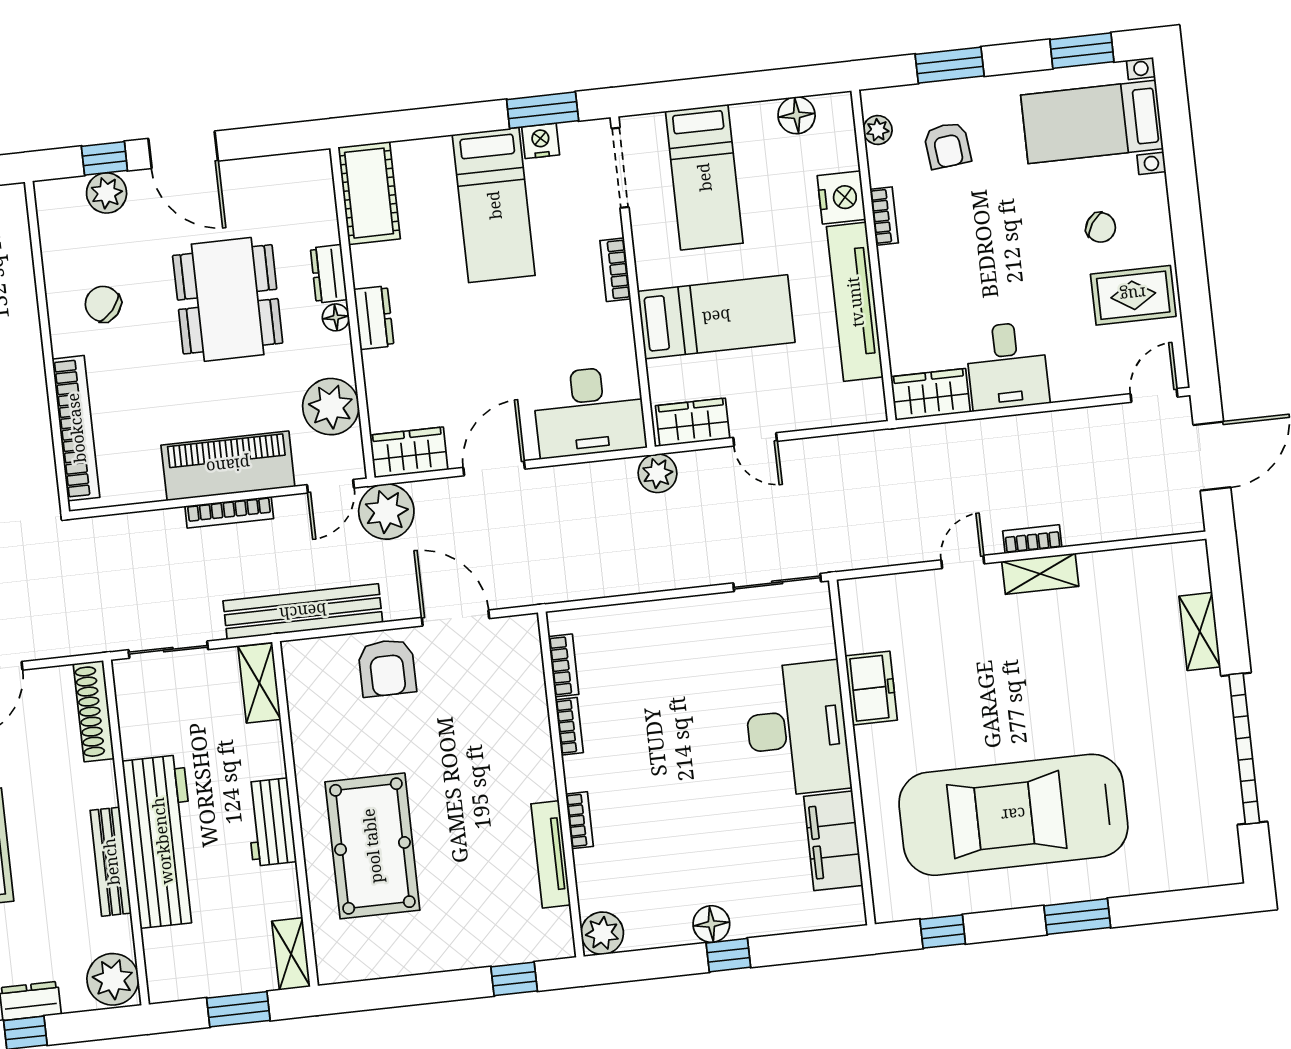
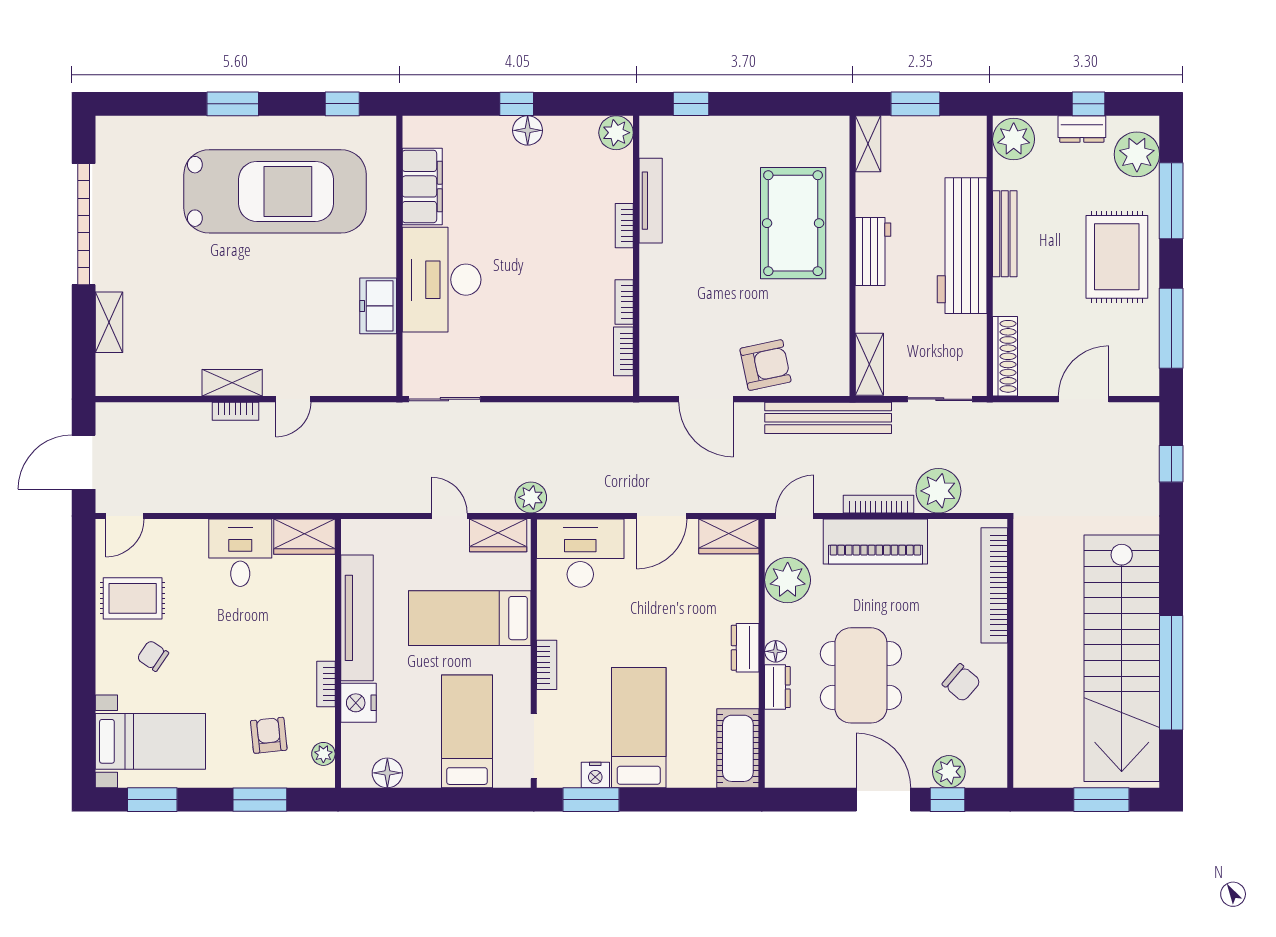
plant: (386, 512) -> (938, 491), moved
armchair: (387, 668) -> (765, 365), turned 78

